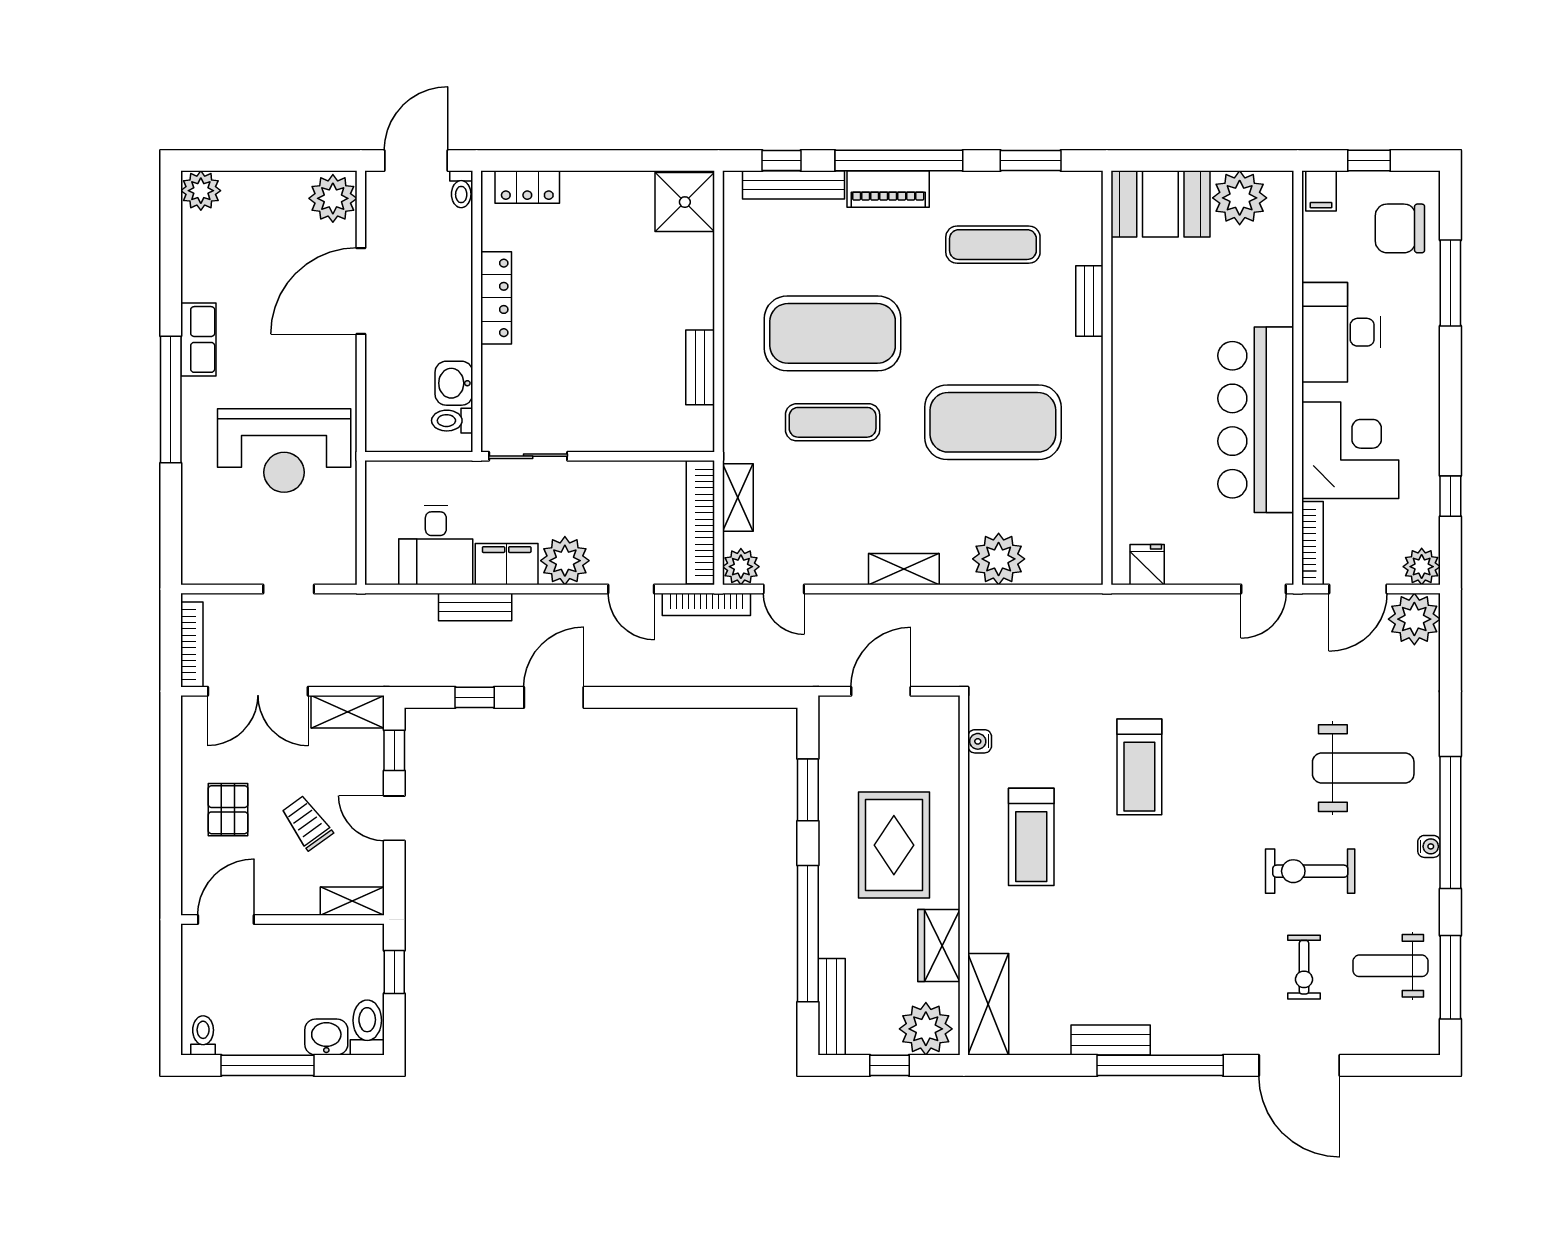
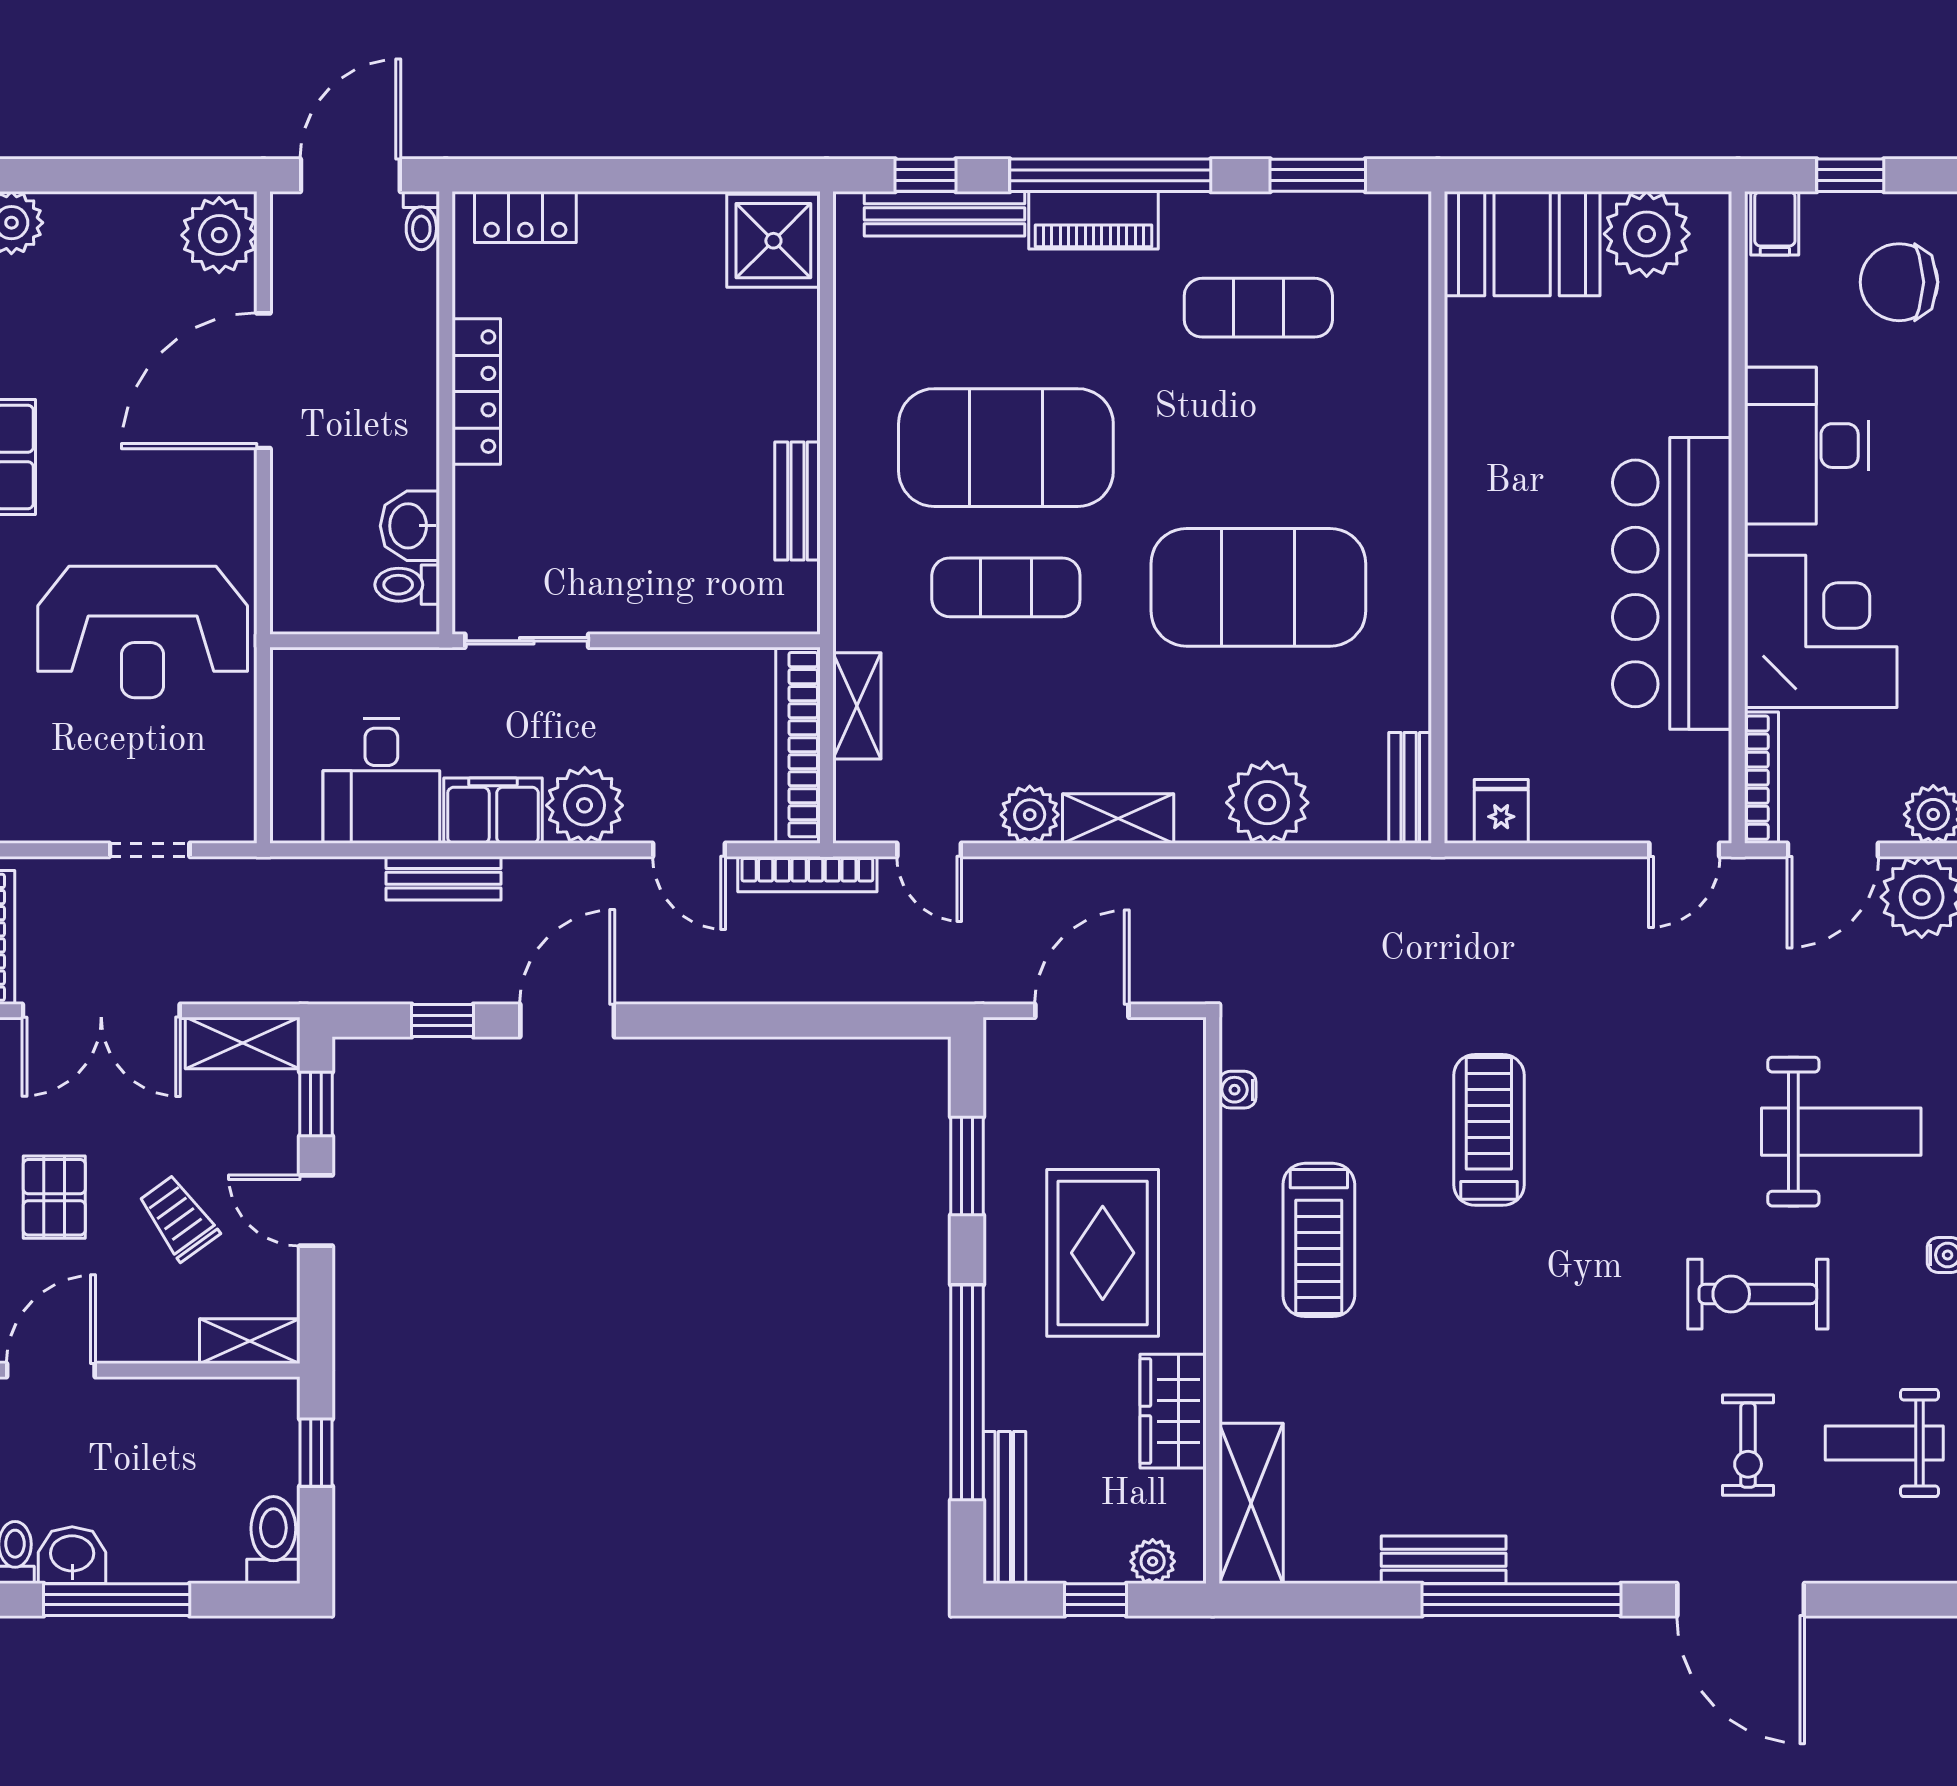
bench: (1089, 301) -> (1410, 788), moved
plant: (741, 567) -> (1030, 815), moved
treadmill: (1139, 767) -> (1489, 1130), turned 180
plant: (926, 1029) -> (1153, 1561), width x0.53, depth x0.53
washbasin: (326, 1037) -> (72, 1555), moved

